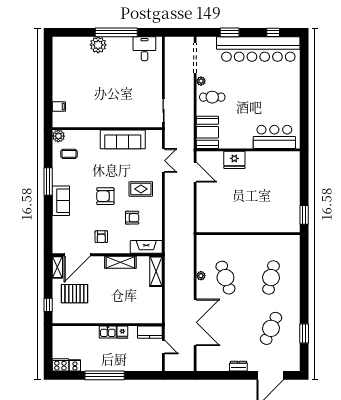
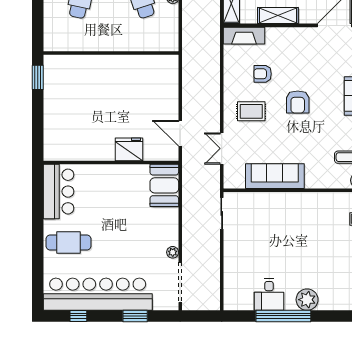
desk: (144, 49) -> (269, 295), moved
cafe table: (212, 97) -> (69, 243), moved, width x1.37, depth x1.35
bar counter: (274, 137) -> (59, 192), moved, turned -90
armchair: (105, 196) -> (298, 102), turned 90
armchair: (101, 237) -> (303, 49), removed

